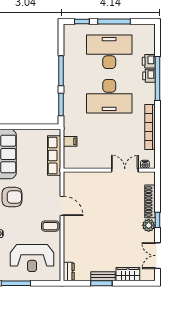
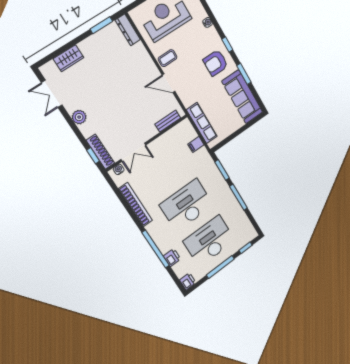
desk: (109, 52) -> (209, 241), turned 180
printer: (149, 76) -> (188, 281), moved
shoe rack: (150, 201) -> (100, 152), moved
window: (157, 220) -> (93, 156), moved
double door: (157, 256) -> (52, 94), swing flipped
dresser: (69, 271) -> (128, 30), width x1.44
bench: (103, 276) -> (168, 121), moved
window: (101, 283) -> (101, 25), moved

